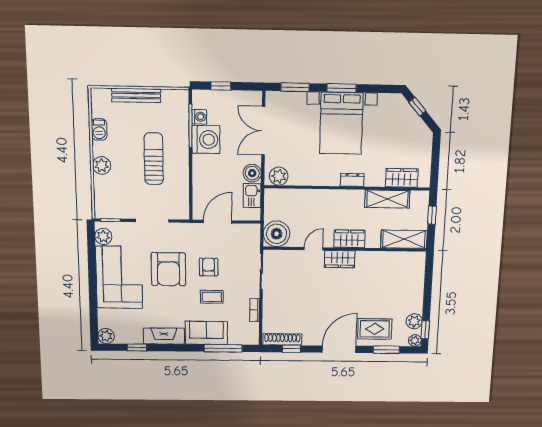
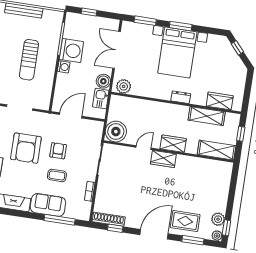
washing machine: (199, 117) -> (64, 67), moved
sun lounger: (154, 159) -> (29, 60), turned 180

